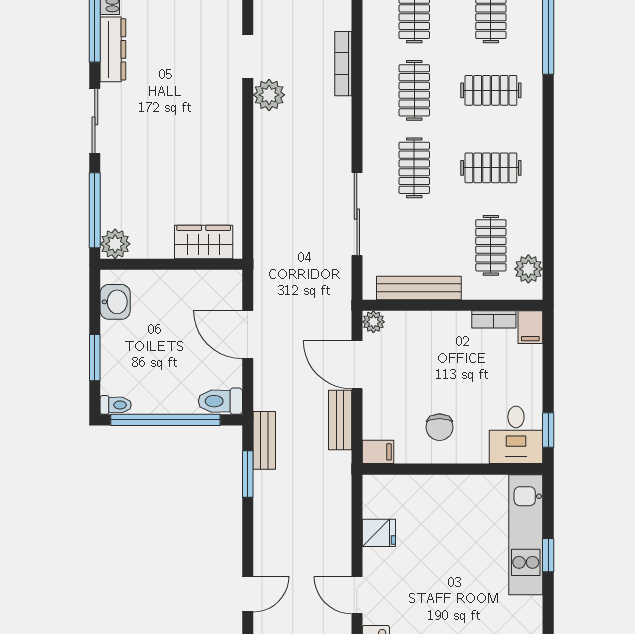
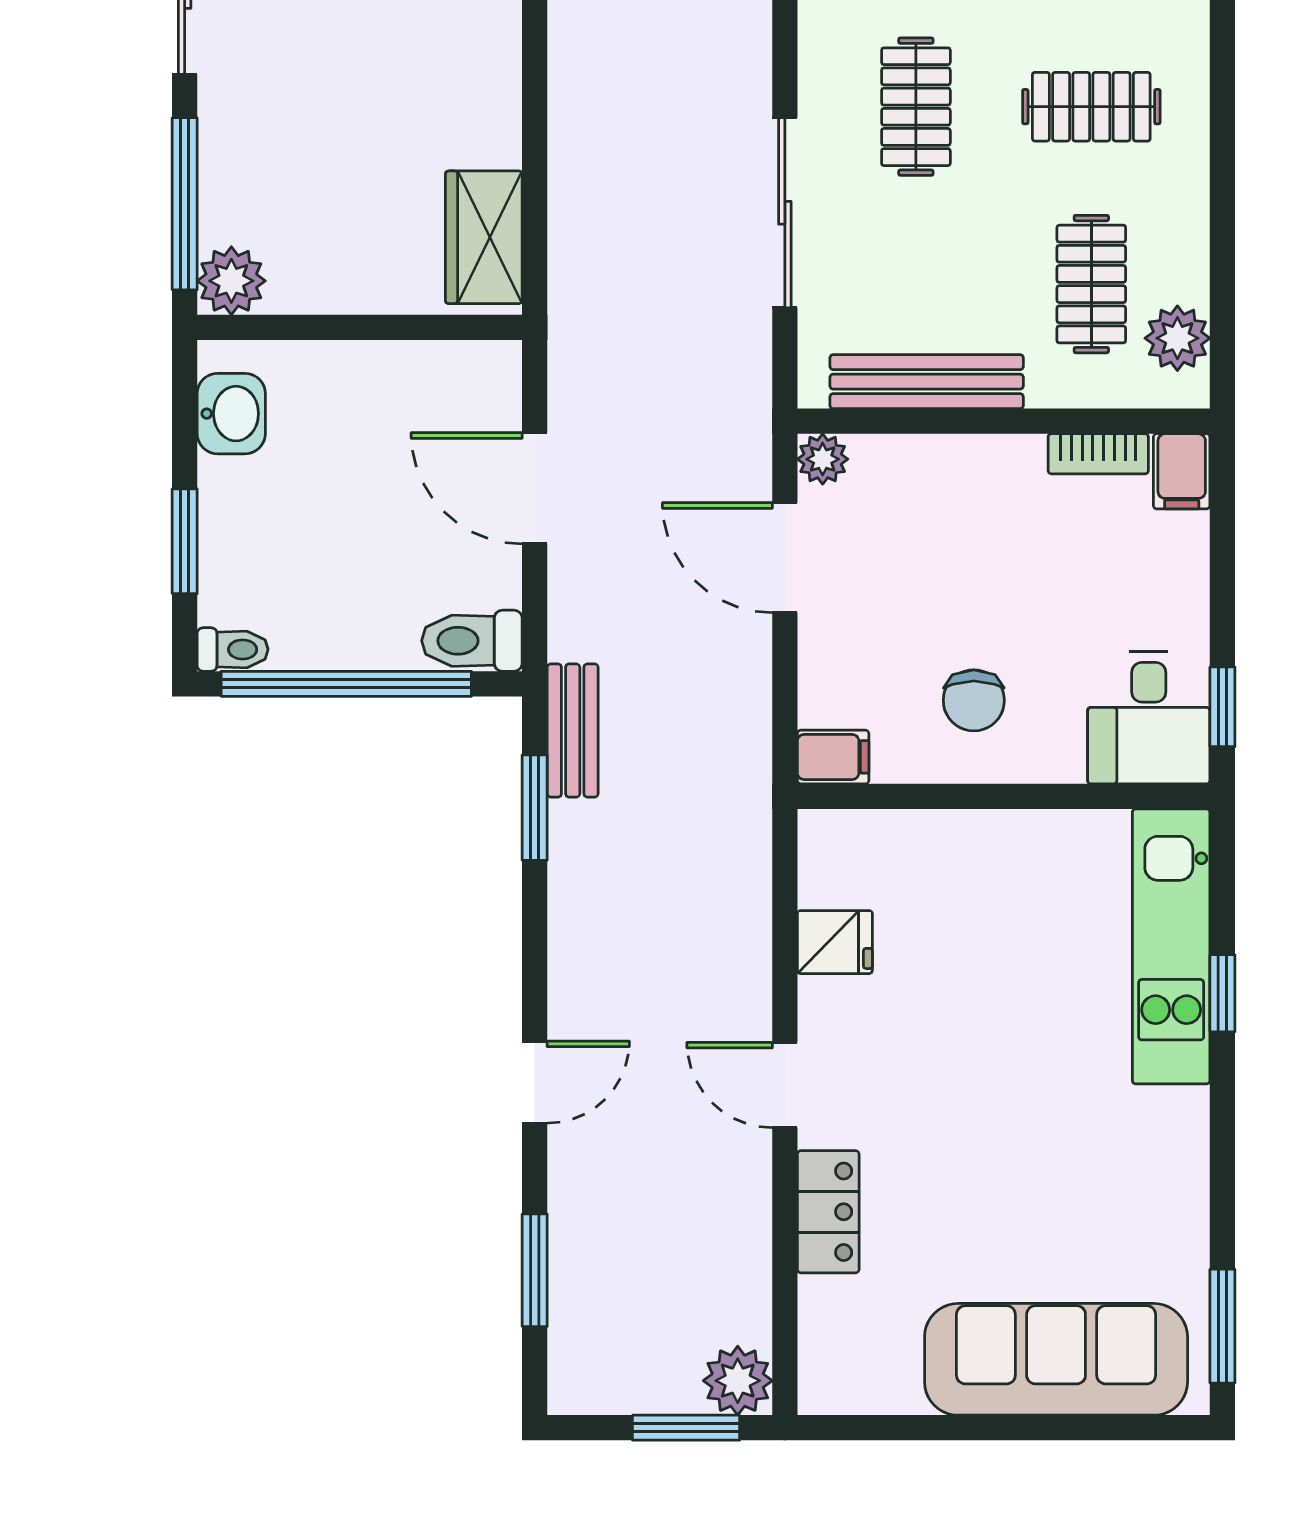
wardrobe: (204, 242) -> (484, 237), moved, turned -90
bench: (340, 420) -> (746, 684), removed

